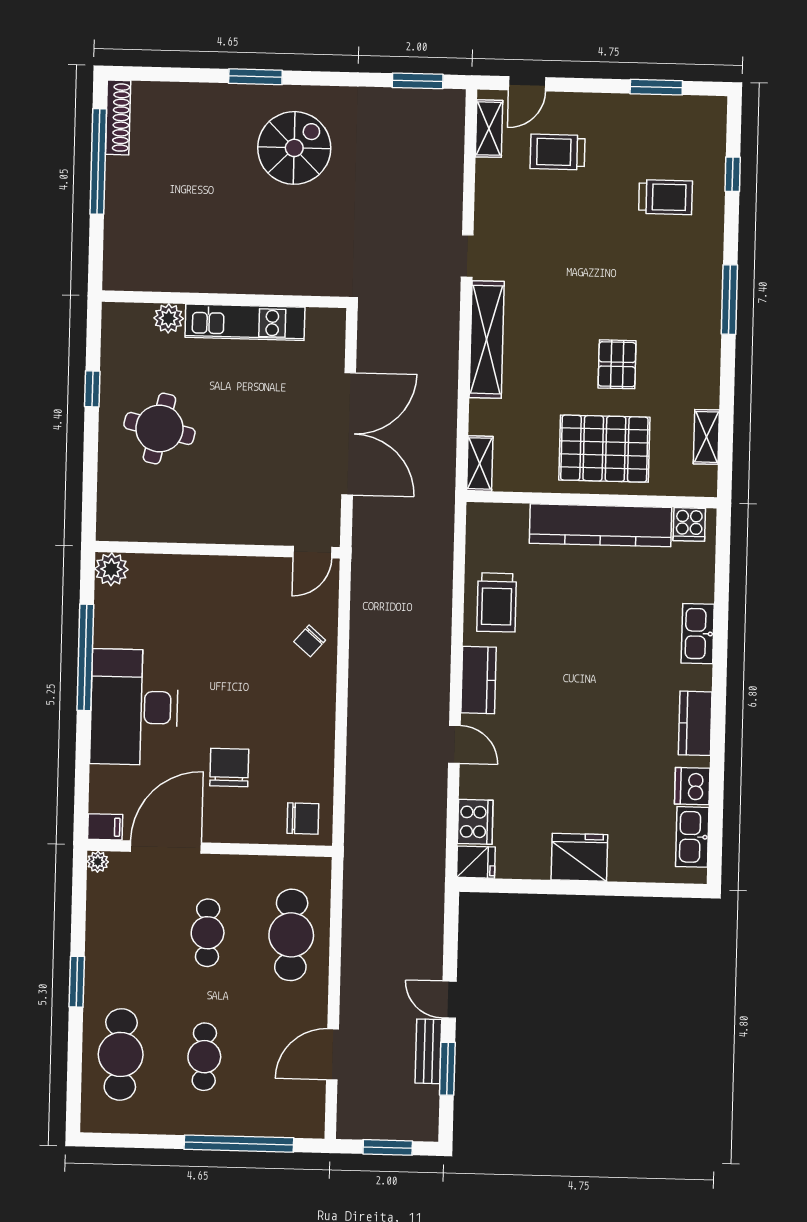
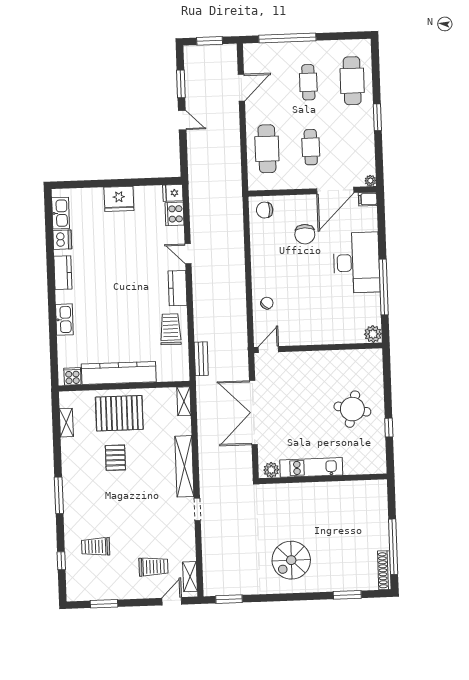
window: (255, 77) -> (347, 595), moved
plant: (169, 318) -> (271, 470), moved
bench: (428, 1051) -> (201, 359), moved

